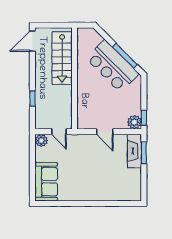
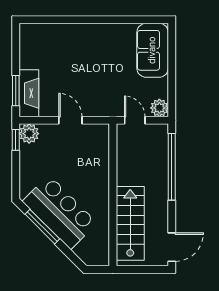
window: (32, 99) -> (172, 167), width x3.17

